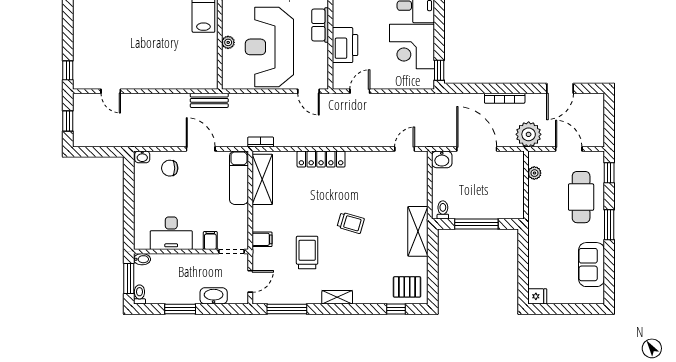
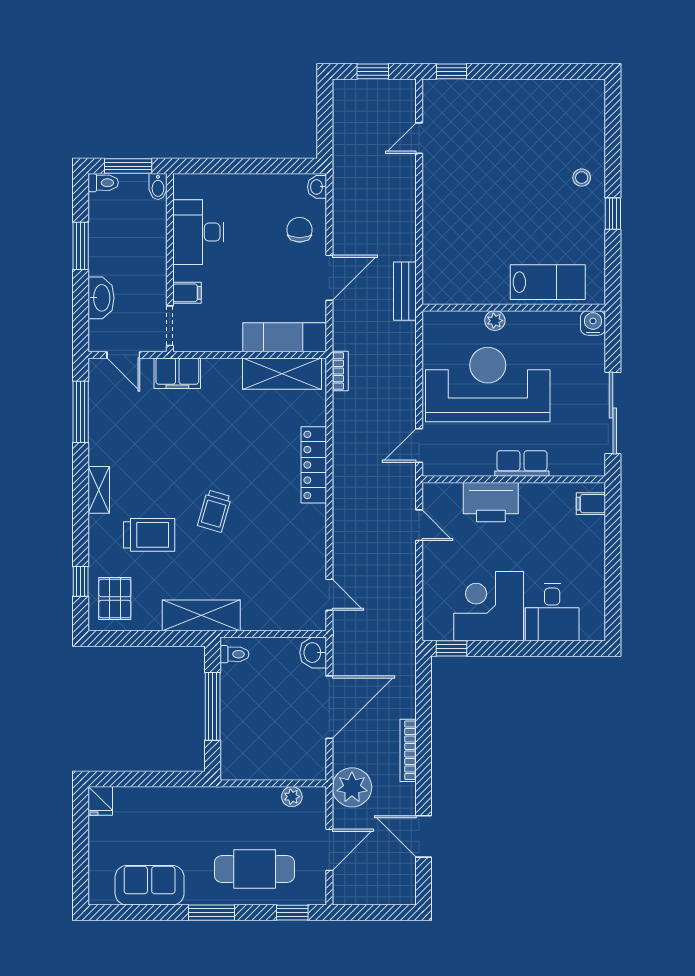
filing cabinet: (262, 239) -> (177, 373), width x2.00
trolley: (307, 253) -> (149, 535), moved

